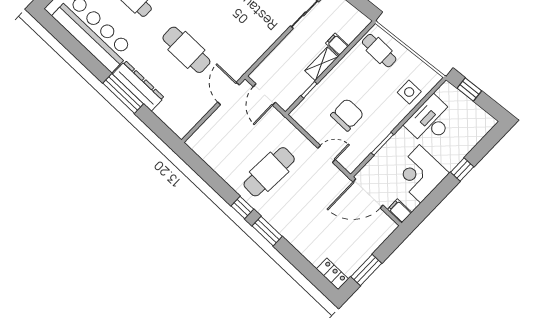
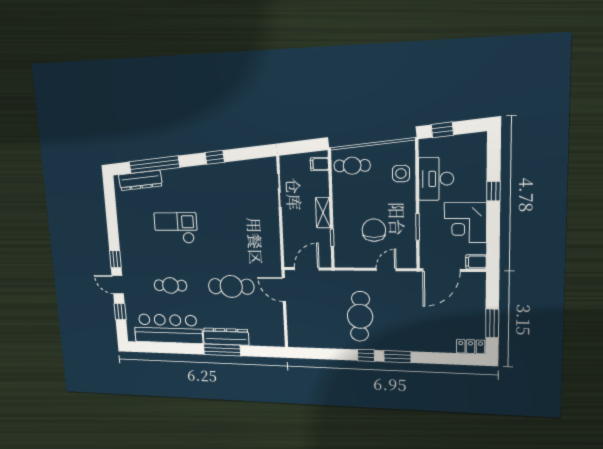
filing cabinet: (337, 44) -> (319, 164), moved
door: (264, 95) -> (307, 269), swing flipped

